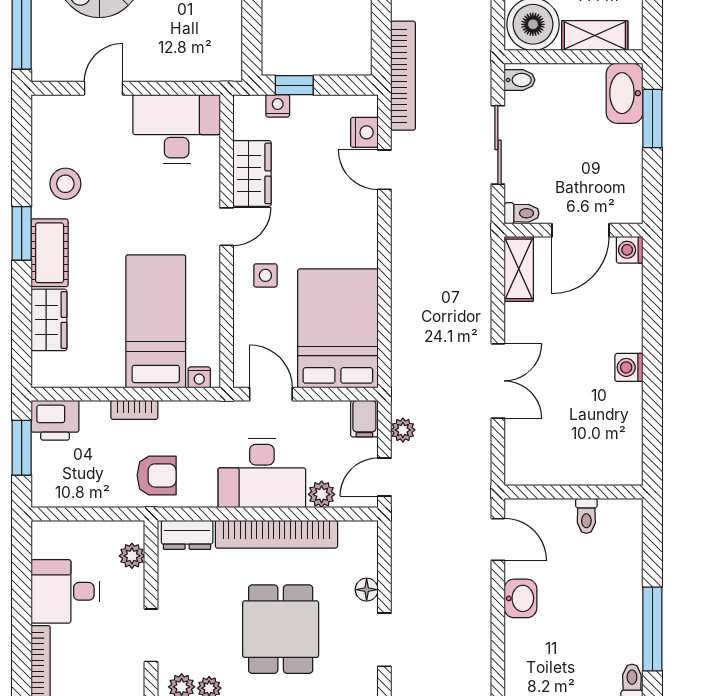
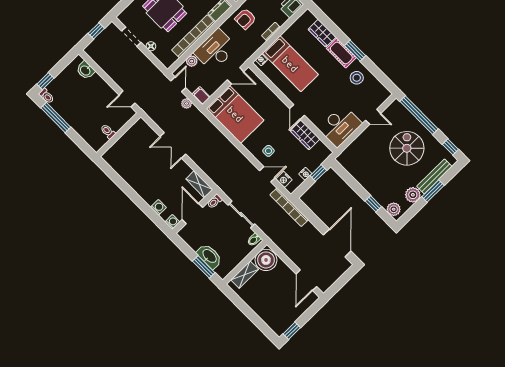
door: (103, 88) -> (373, 117), hinge flipped
washbasin: (625, 93) -> (209, 256), moved
nightstand: (278, 106) -> (305, 174), moved
side table: (265, 275) -> (268, 151), moved
washing machine: (629, 367) -> (158, 207), moved
washbasin: (521, 598) -> (86, 70), moved

